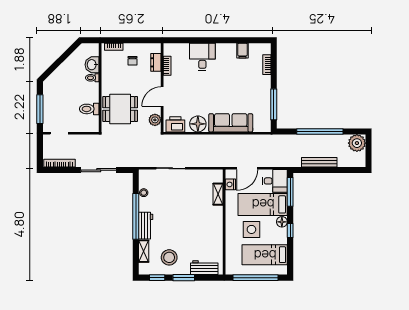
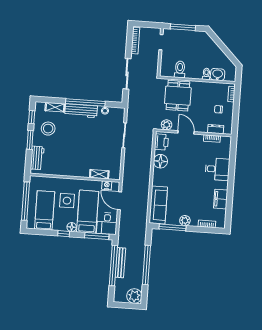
filing cabinet: (242, 51) -> (221, 199), width x2.00
plant: (265, 90) -> (185, 221), added
sofa: (231, 123) -> (158, 205), moved
window: (323, 170) -> (113, 265), added
workbench: (146, 226) -> (81, 111), width x1.37

